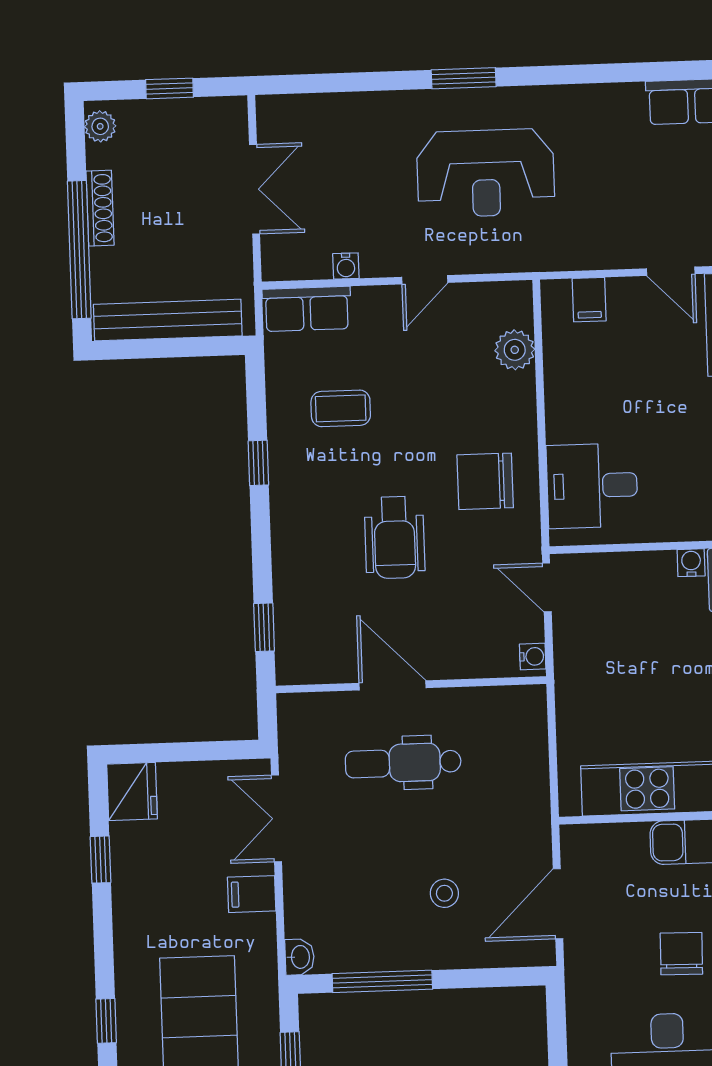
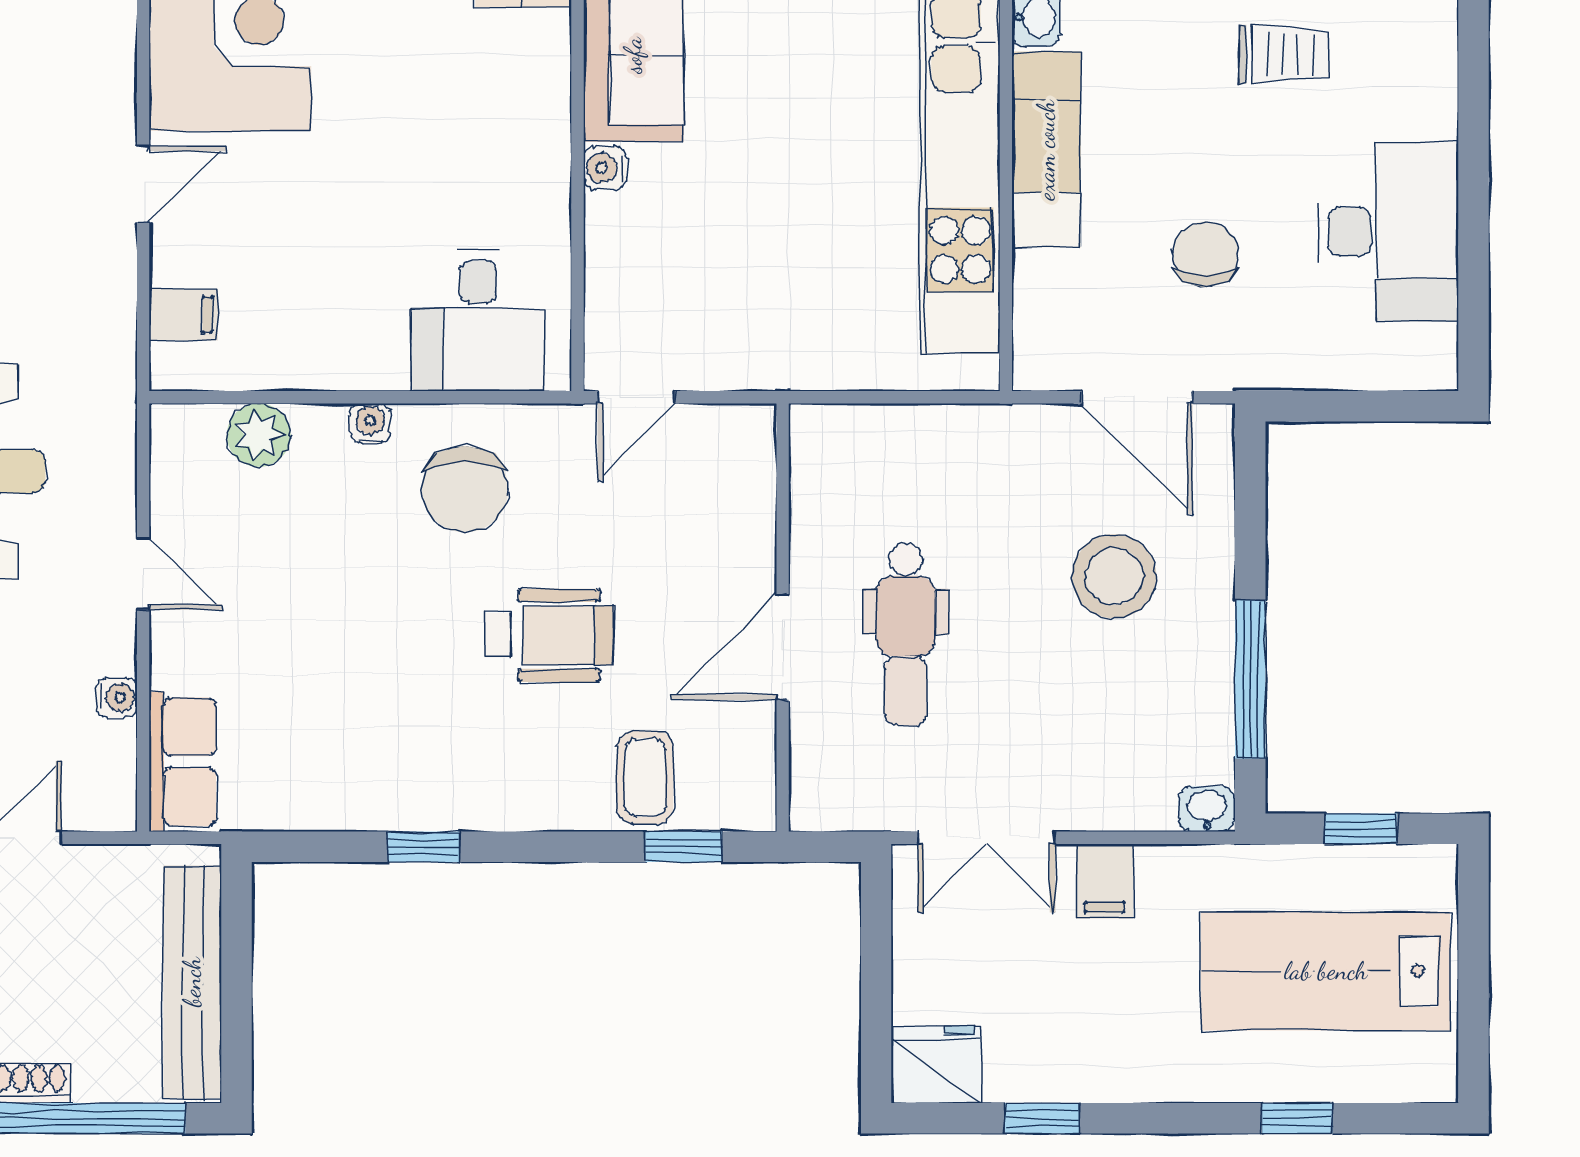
coffee table: (341, 408) -> (645, 778), moved
water cooler: (533, 656) -> (370, 424), moved
stool: (444, 893) -> (1114, 576), width x1.89, depth x1.89
chair: (681, 954) -> (1205, 254), moved, turned 89

